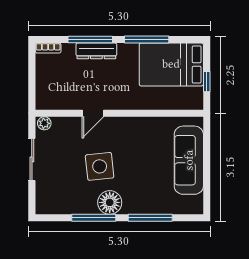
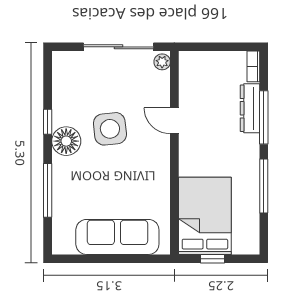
dresser: (96, 51) -> (250, 108), moved
bed: (171, 64) -> (205, 216), moved
sliding door: (32, 159) -> (119, 47), width x1.37
window: (94, 218) -> (48, 122), width x0.46

